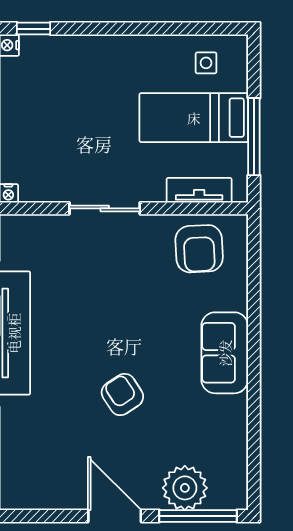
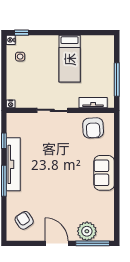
side table: (206, 63) -> (20, 57), moved
bed: (194, 118) -> (70, 59), moved, turned -90
armchair: (122, 395) -> (24, 220), moved

